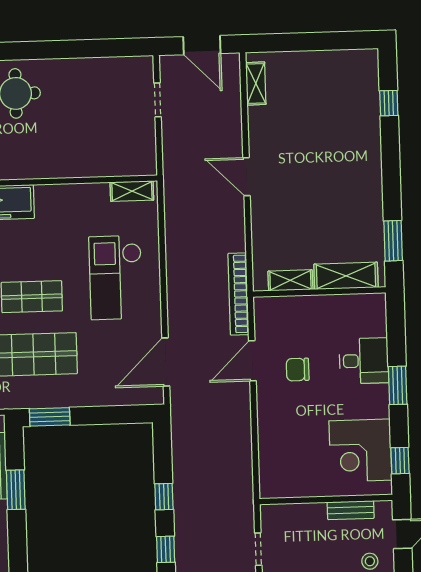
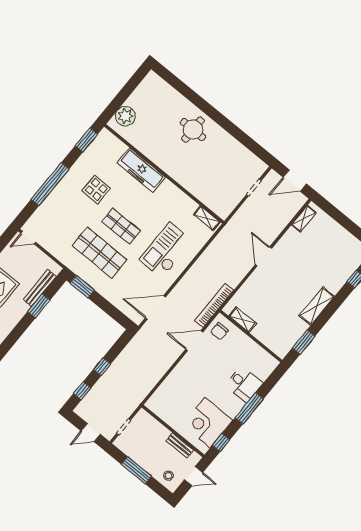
door: (202, 45) -> (295, 181), hinge flipped
shelving: (346, 276) -> (317, 306), moved, turned 90
chair: (298, 370) -> (219, 331), moved, turned -90
window: (398, 385) -> (249, 408), width x1.44

